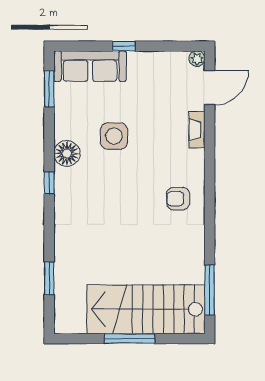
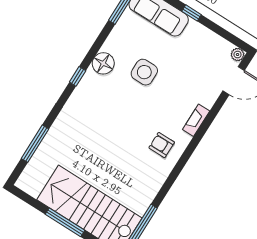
fireplace: (197, 130) -> (196, 120), moved
window: (49, 278) -> (35, 144), width x1.44

